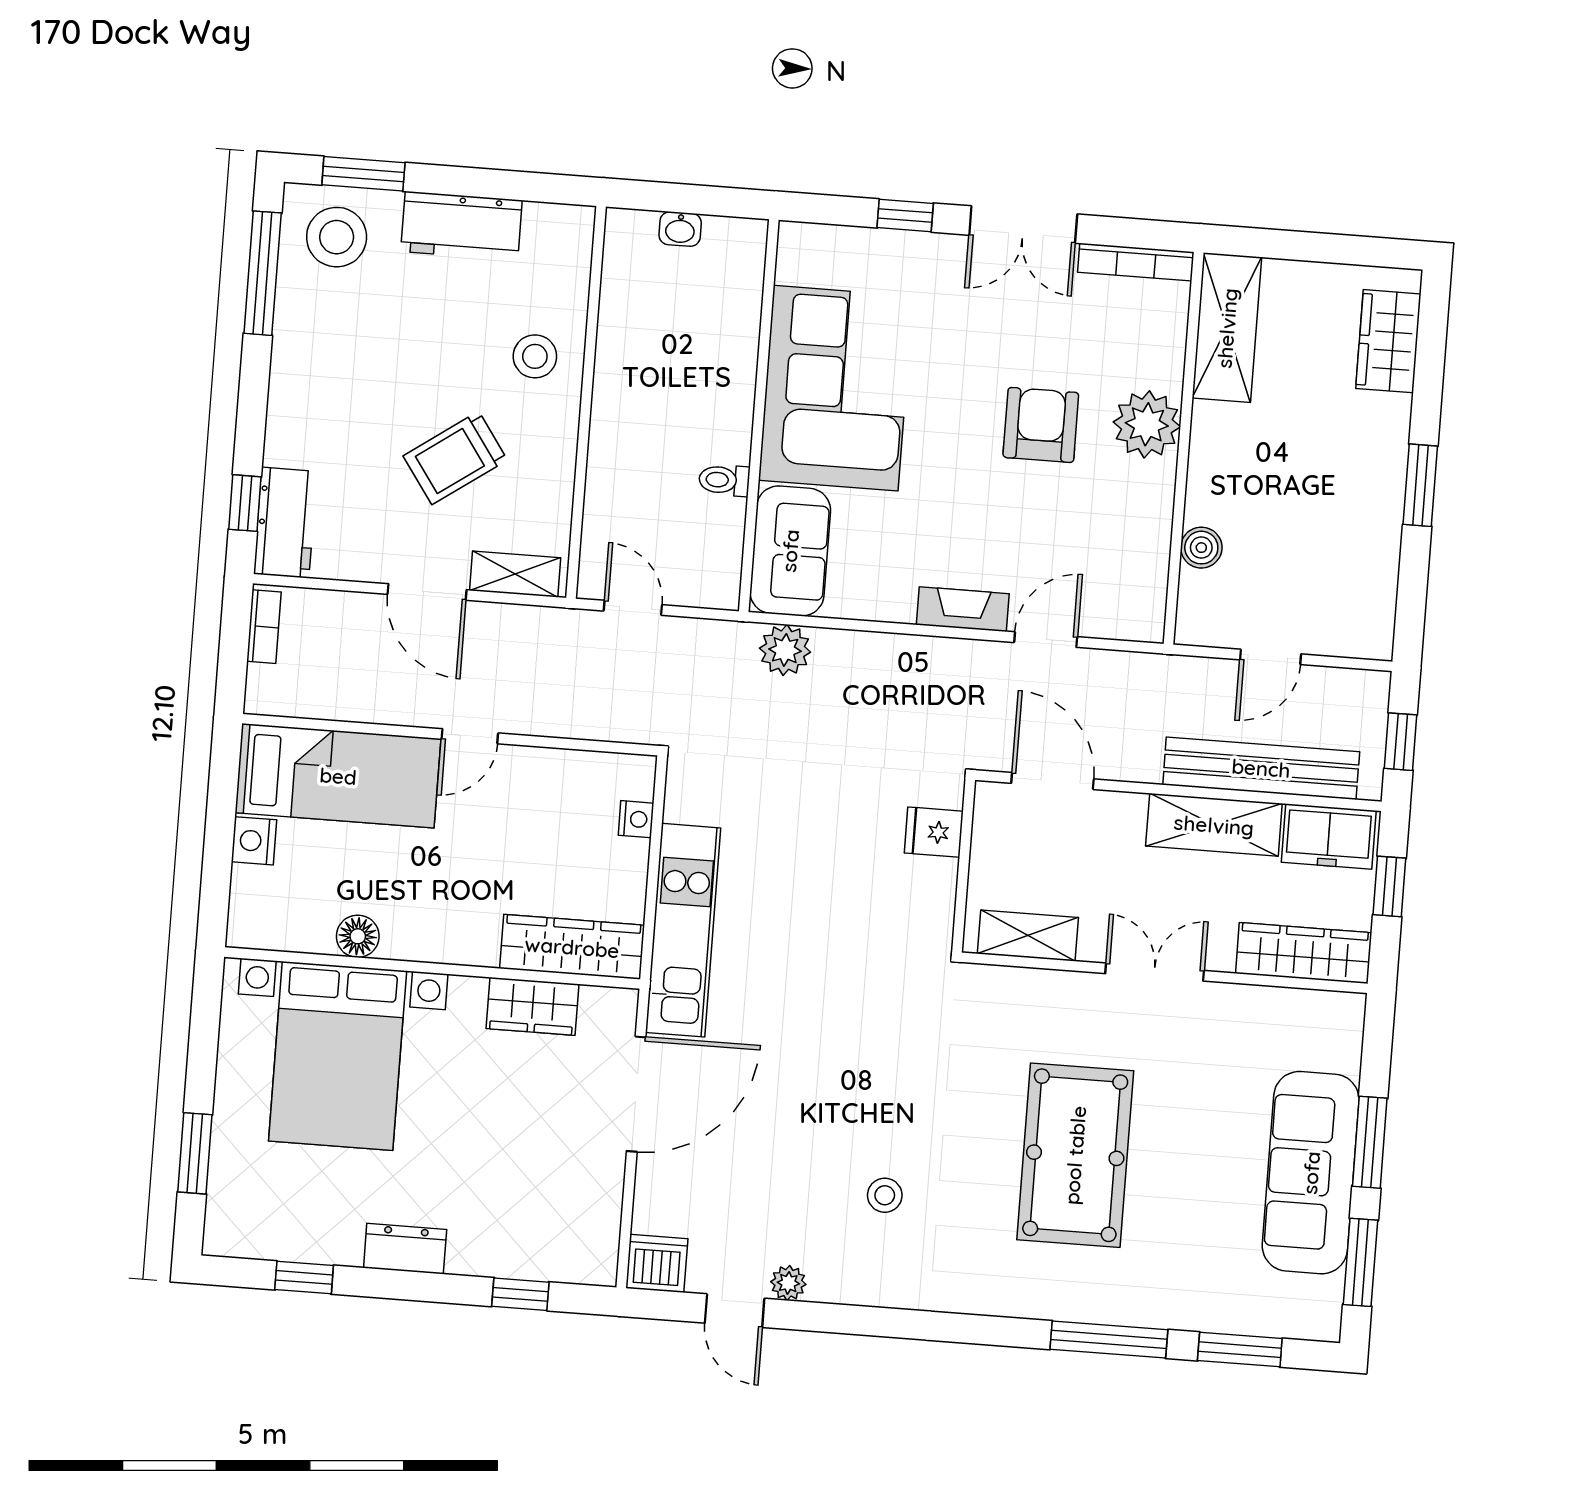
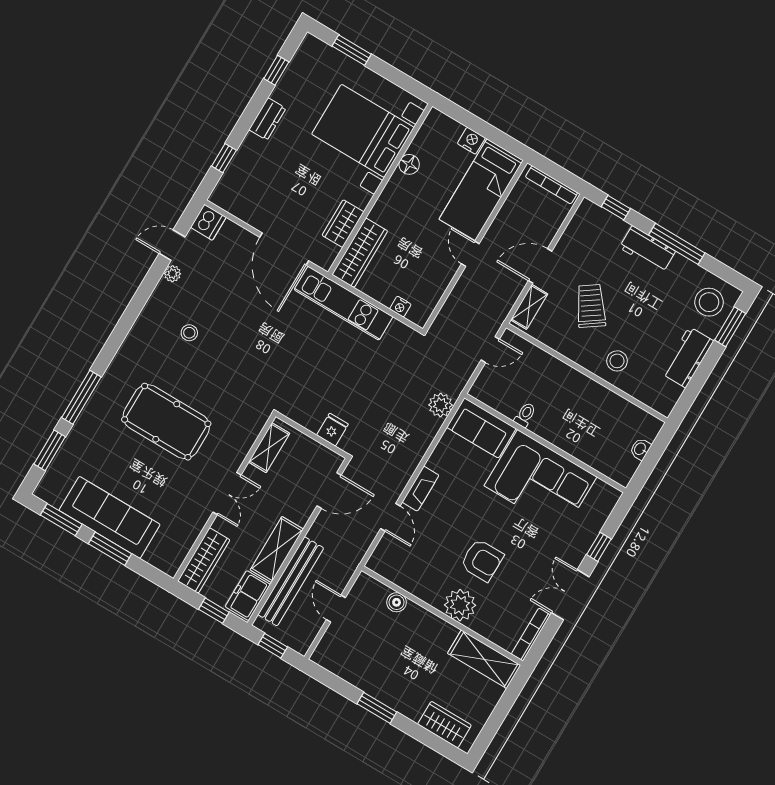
window: (263, 273) -> (677, 244), moved
workbench: (285, 523) -> (647, 249), moved
bookcase: (264, 627) -> (551, 185), width x1.56

